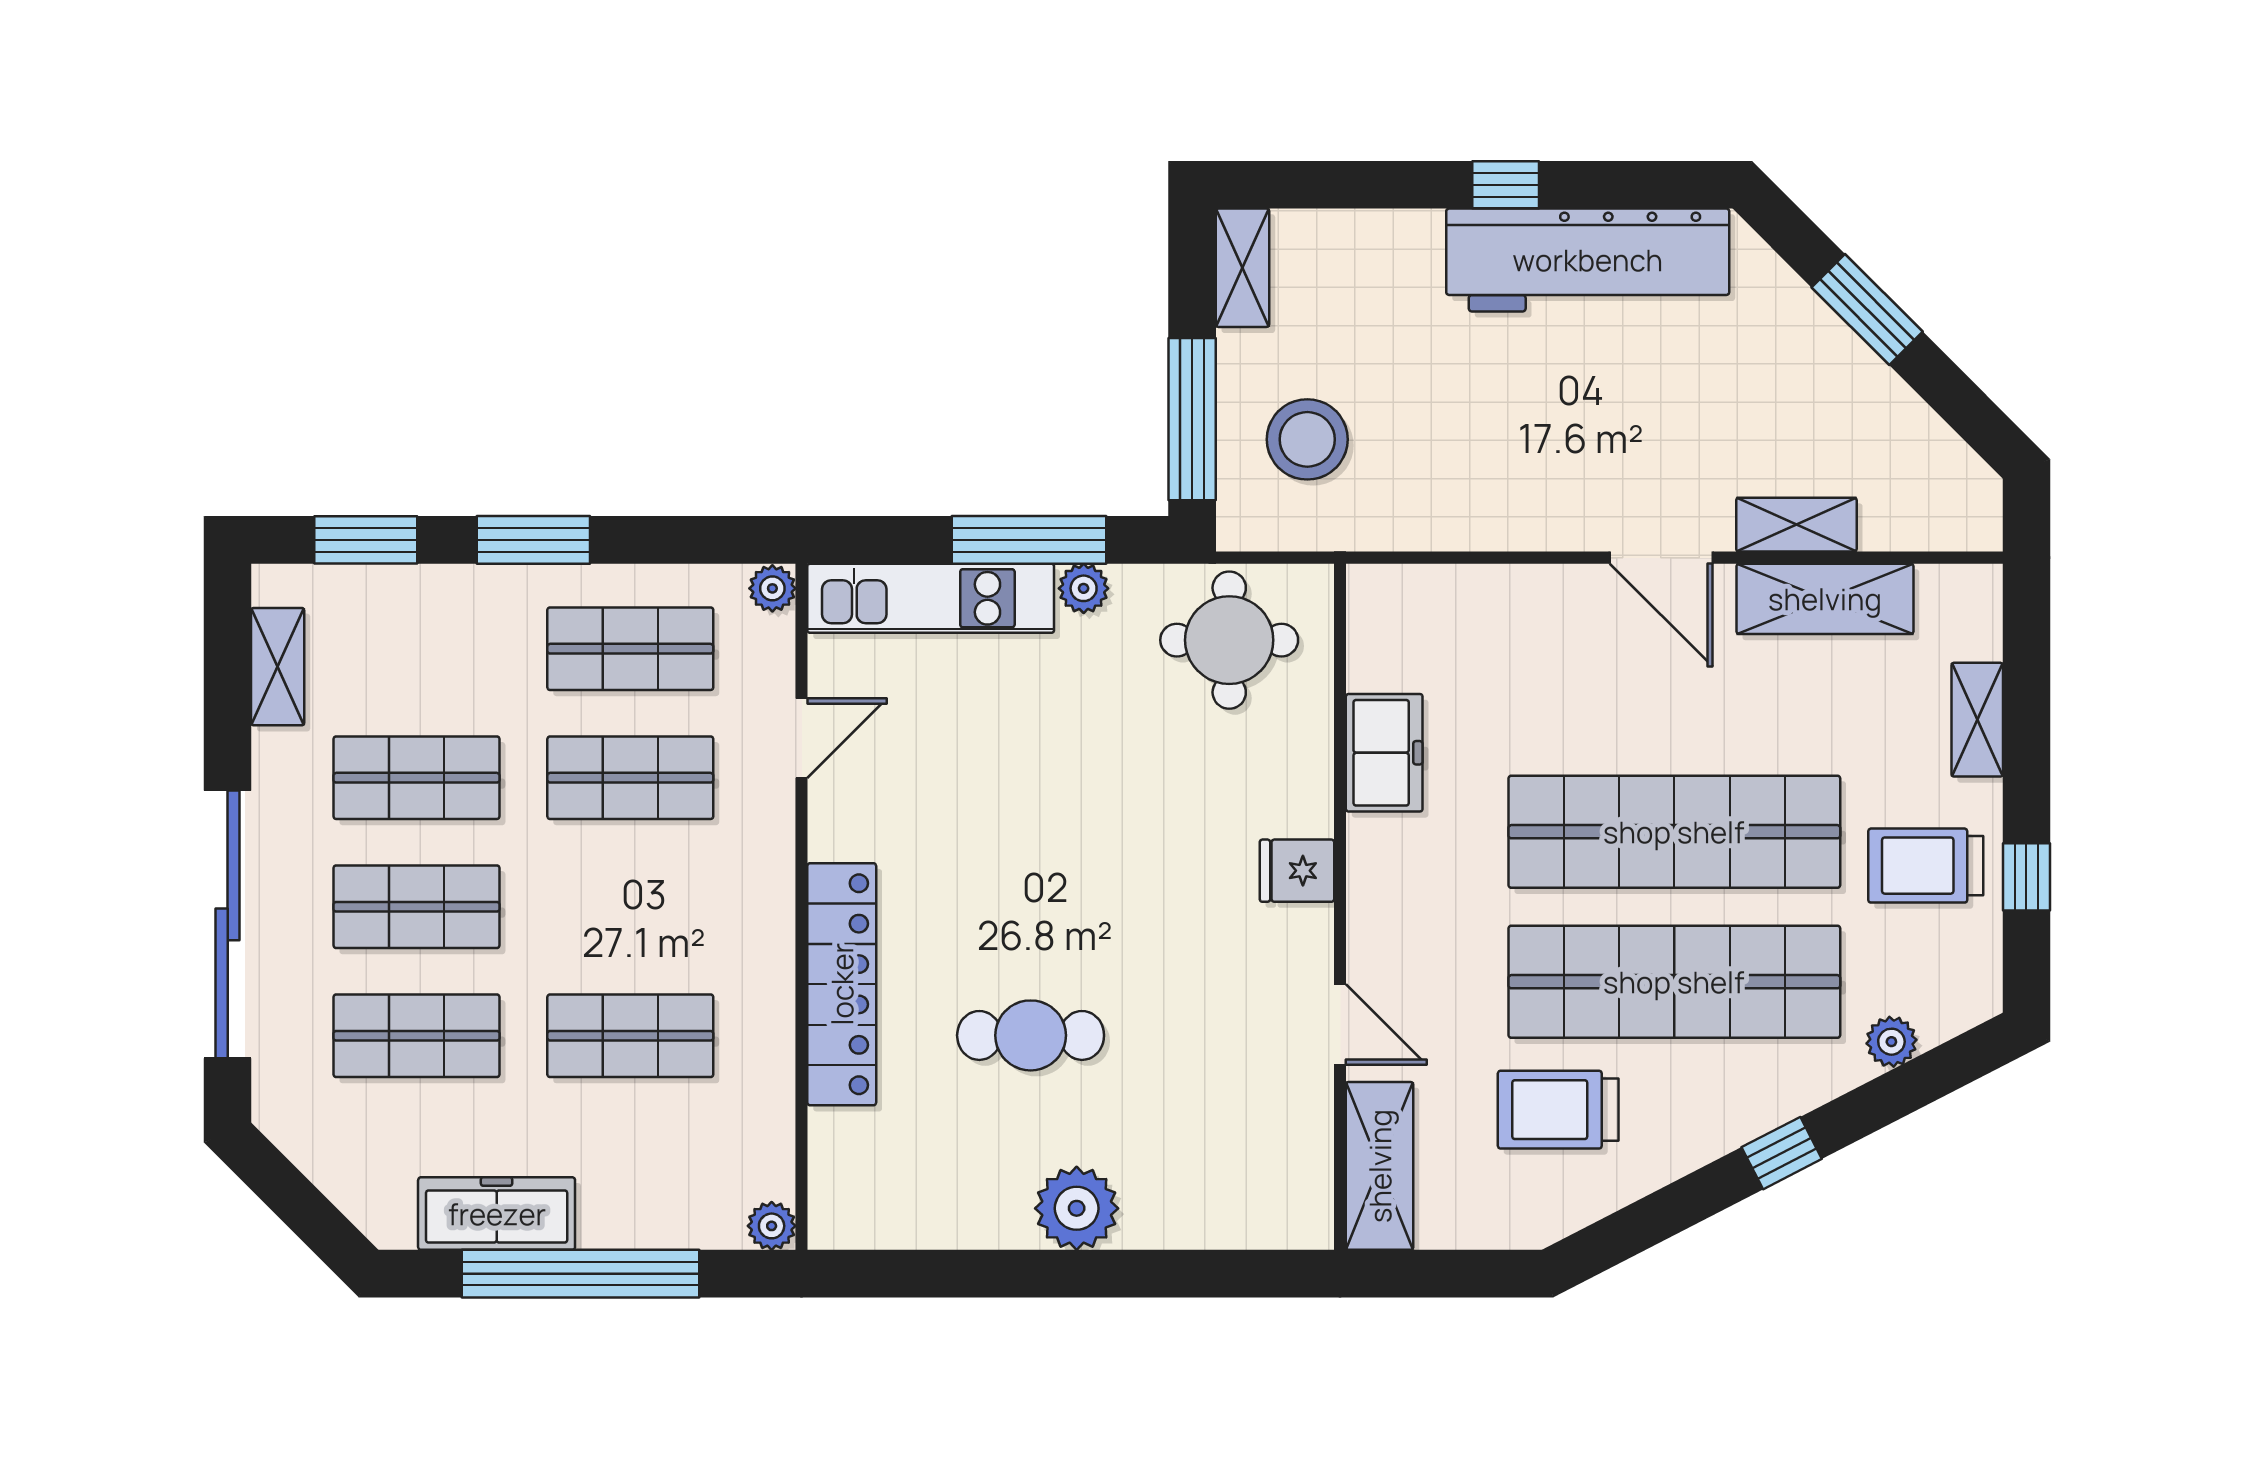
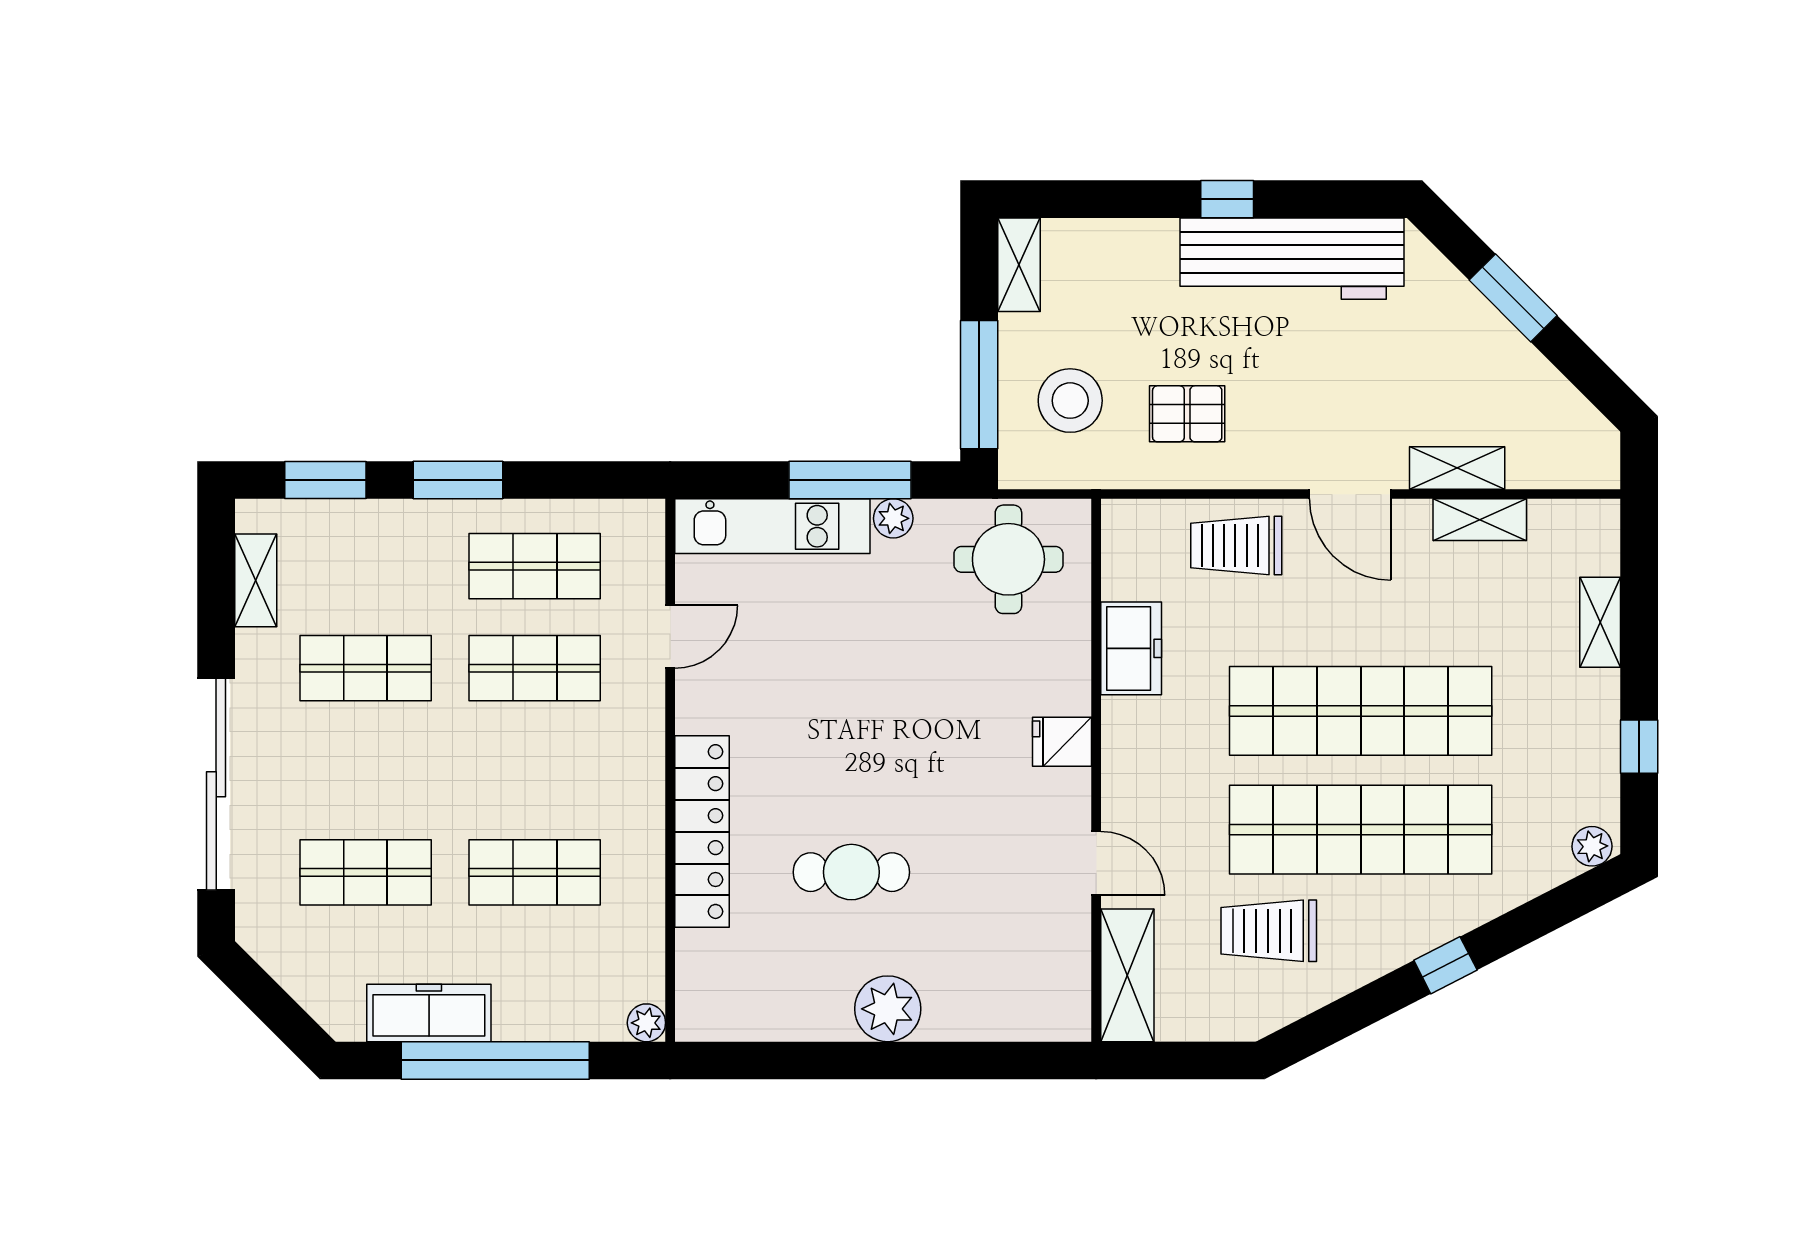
pallet: (1455, 456) -> (1187, 414), added
plant: (772, 588) -> (647, 518), removed
shelving: (1825, 599) -> (1480, 520), width x0.67, depth x0.75
trolley: (1926, 866) -> (1236, 545), moved
shop shelf: (416, 907) -> (366, 770), removed
plant: (1891, 1042) -> (1592, 846), moved

